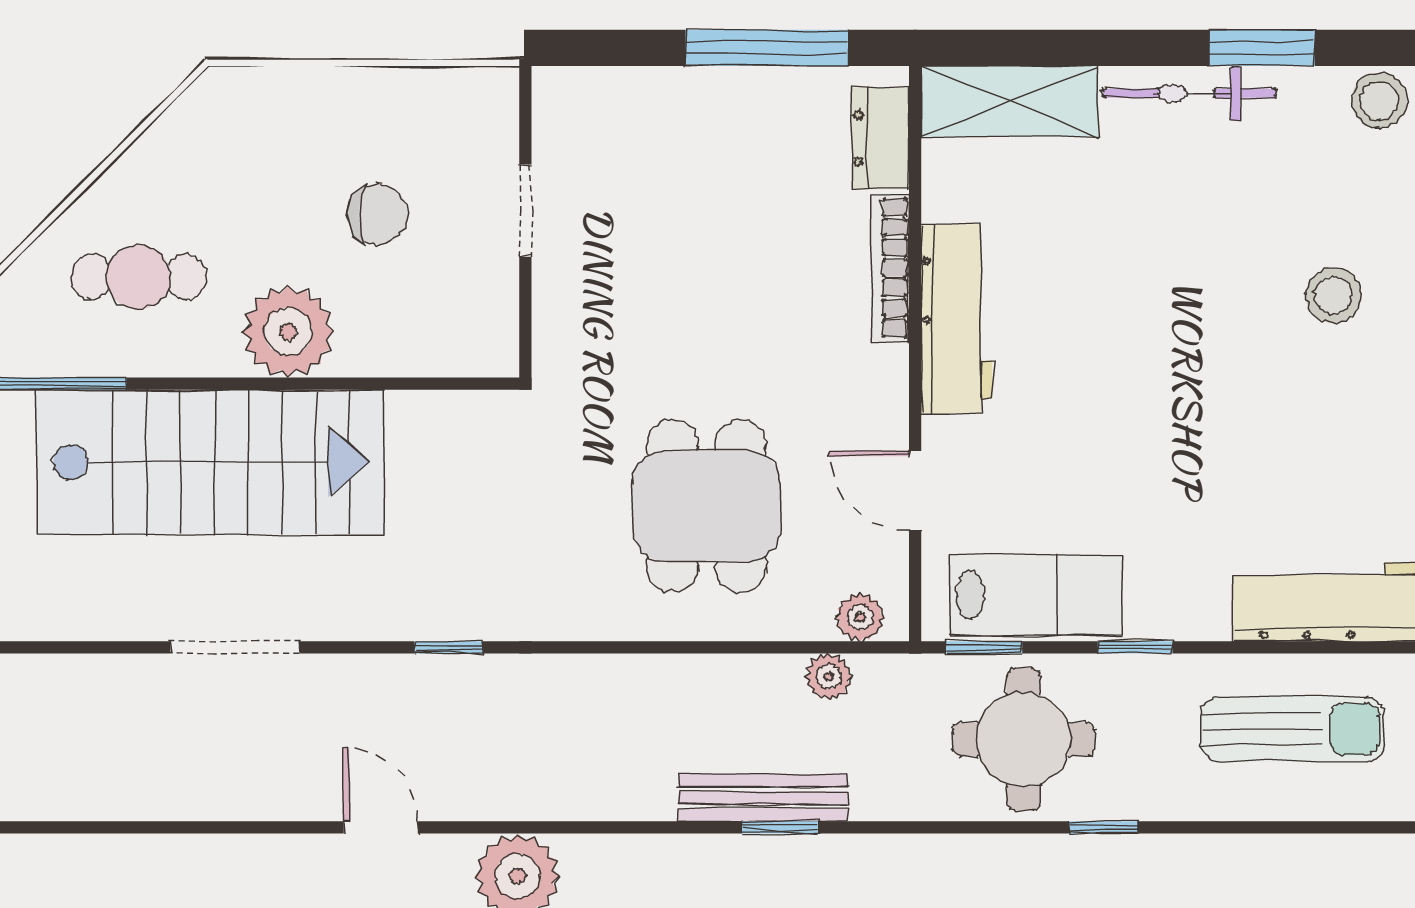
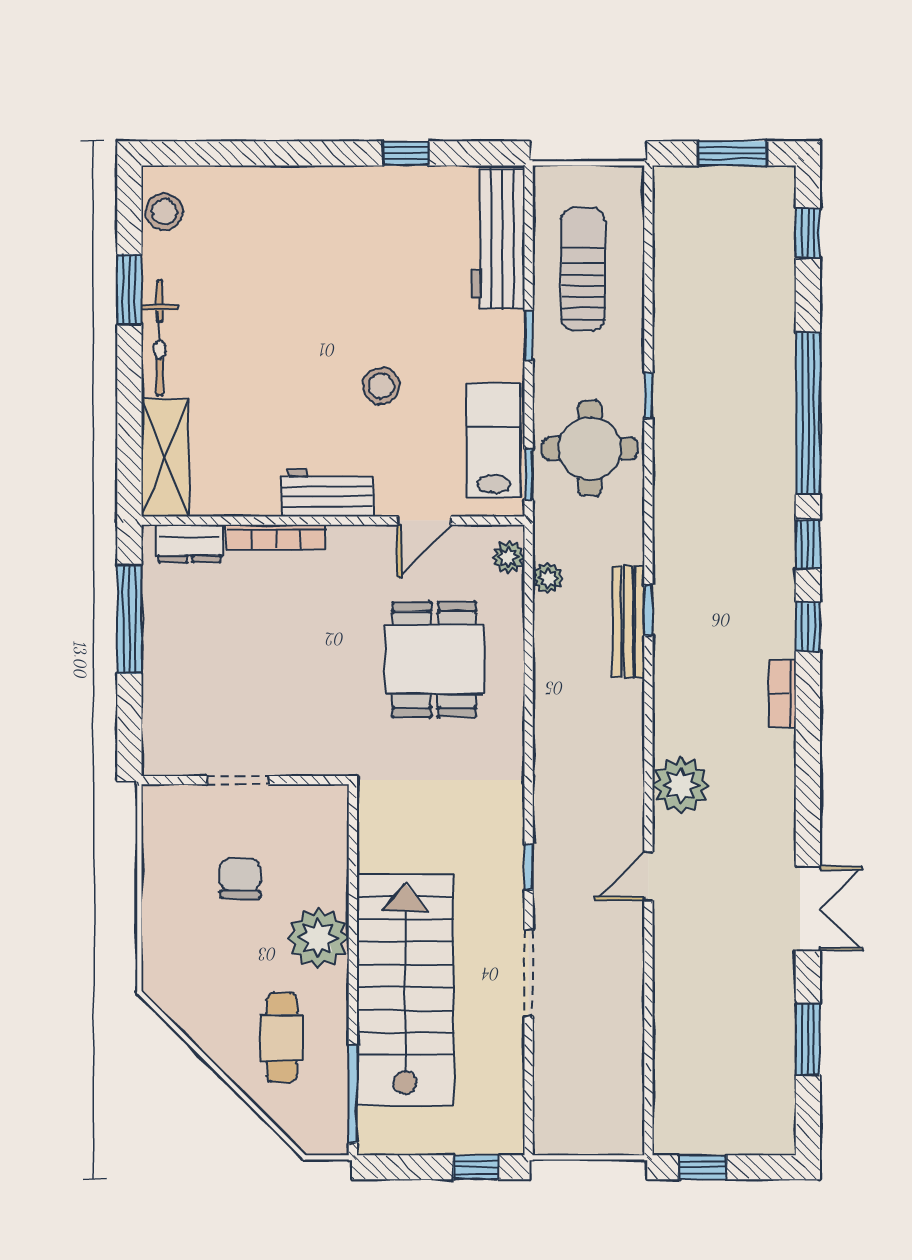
stool: (1333, 295) -> (381, 386), moved
workbench: (957, 319) -> (327, 493), width x0.73
dining table: (706, 506) -> (434, 660), turned 90
window: (449, 647) -> (529, 867), moved
window: (1135, 647) -> (529, 335), moved

